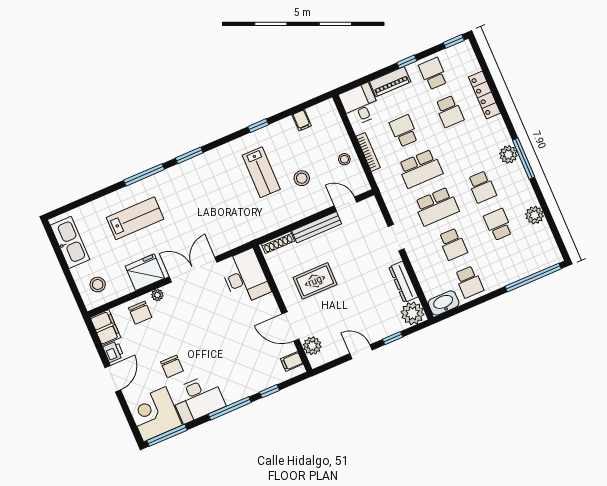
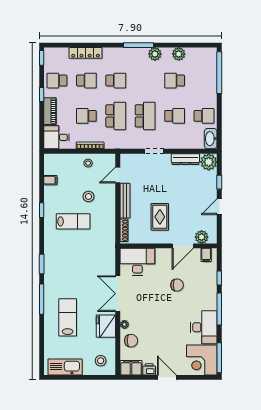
plant: (508, 154) -> (155, 54), moved
school desk: (482, 187) -> (116, 81), moved
chair: (172, 366) -> (177, 285), moved

